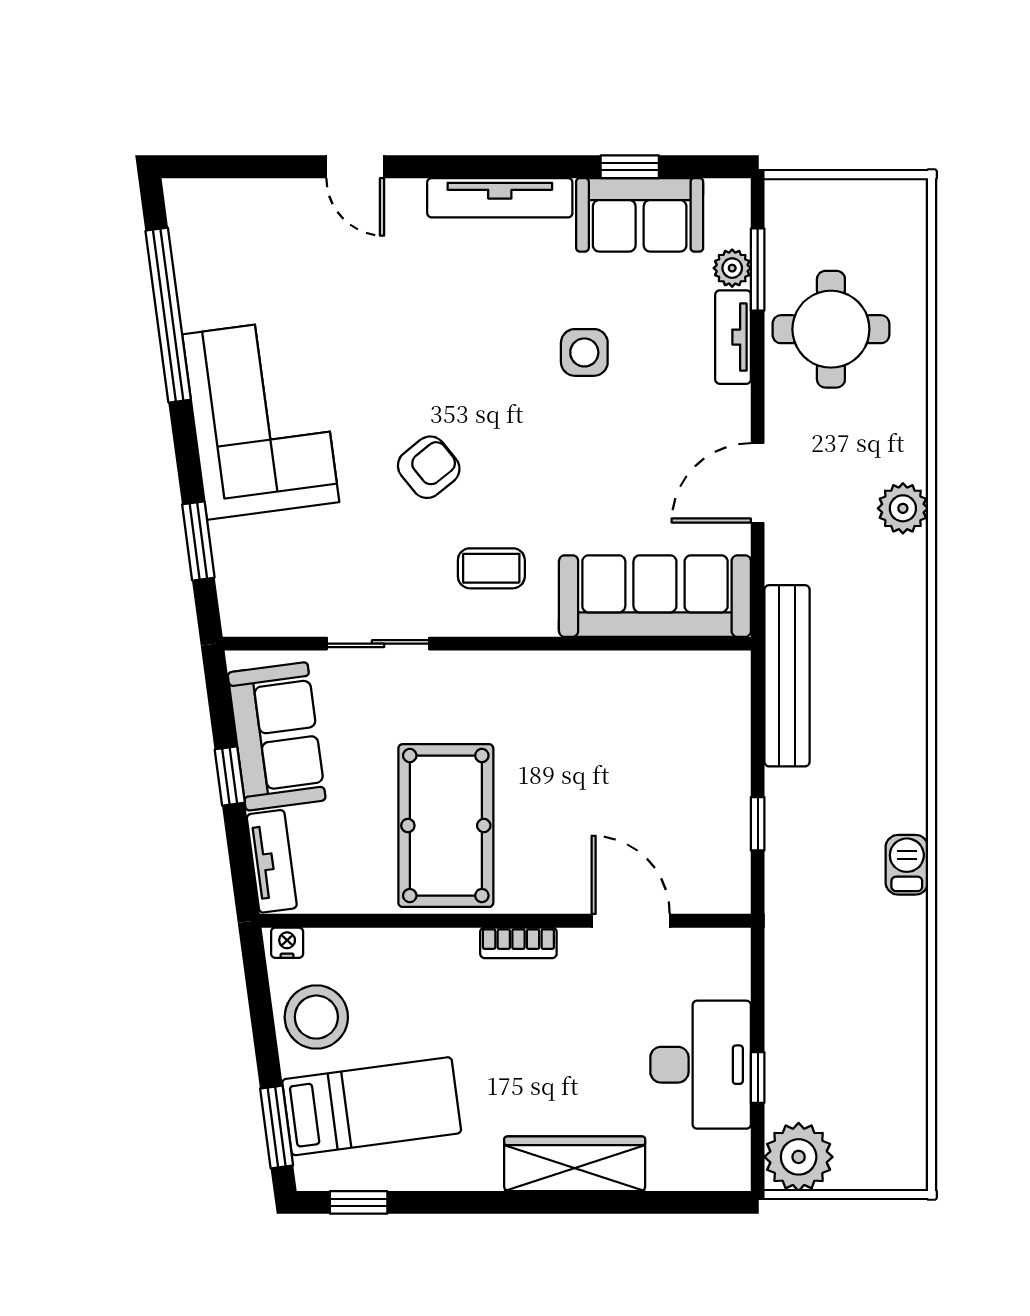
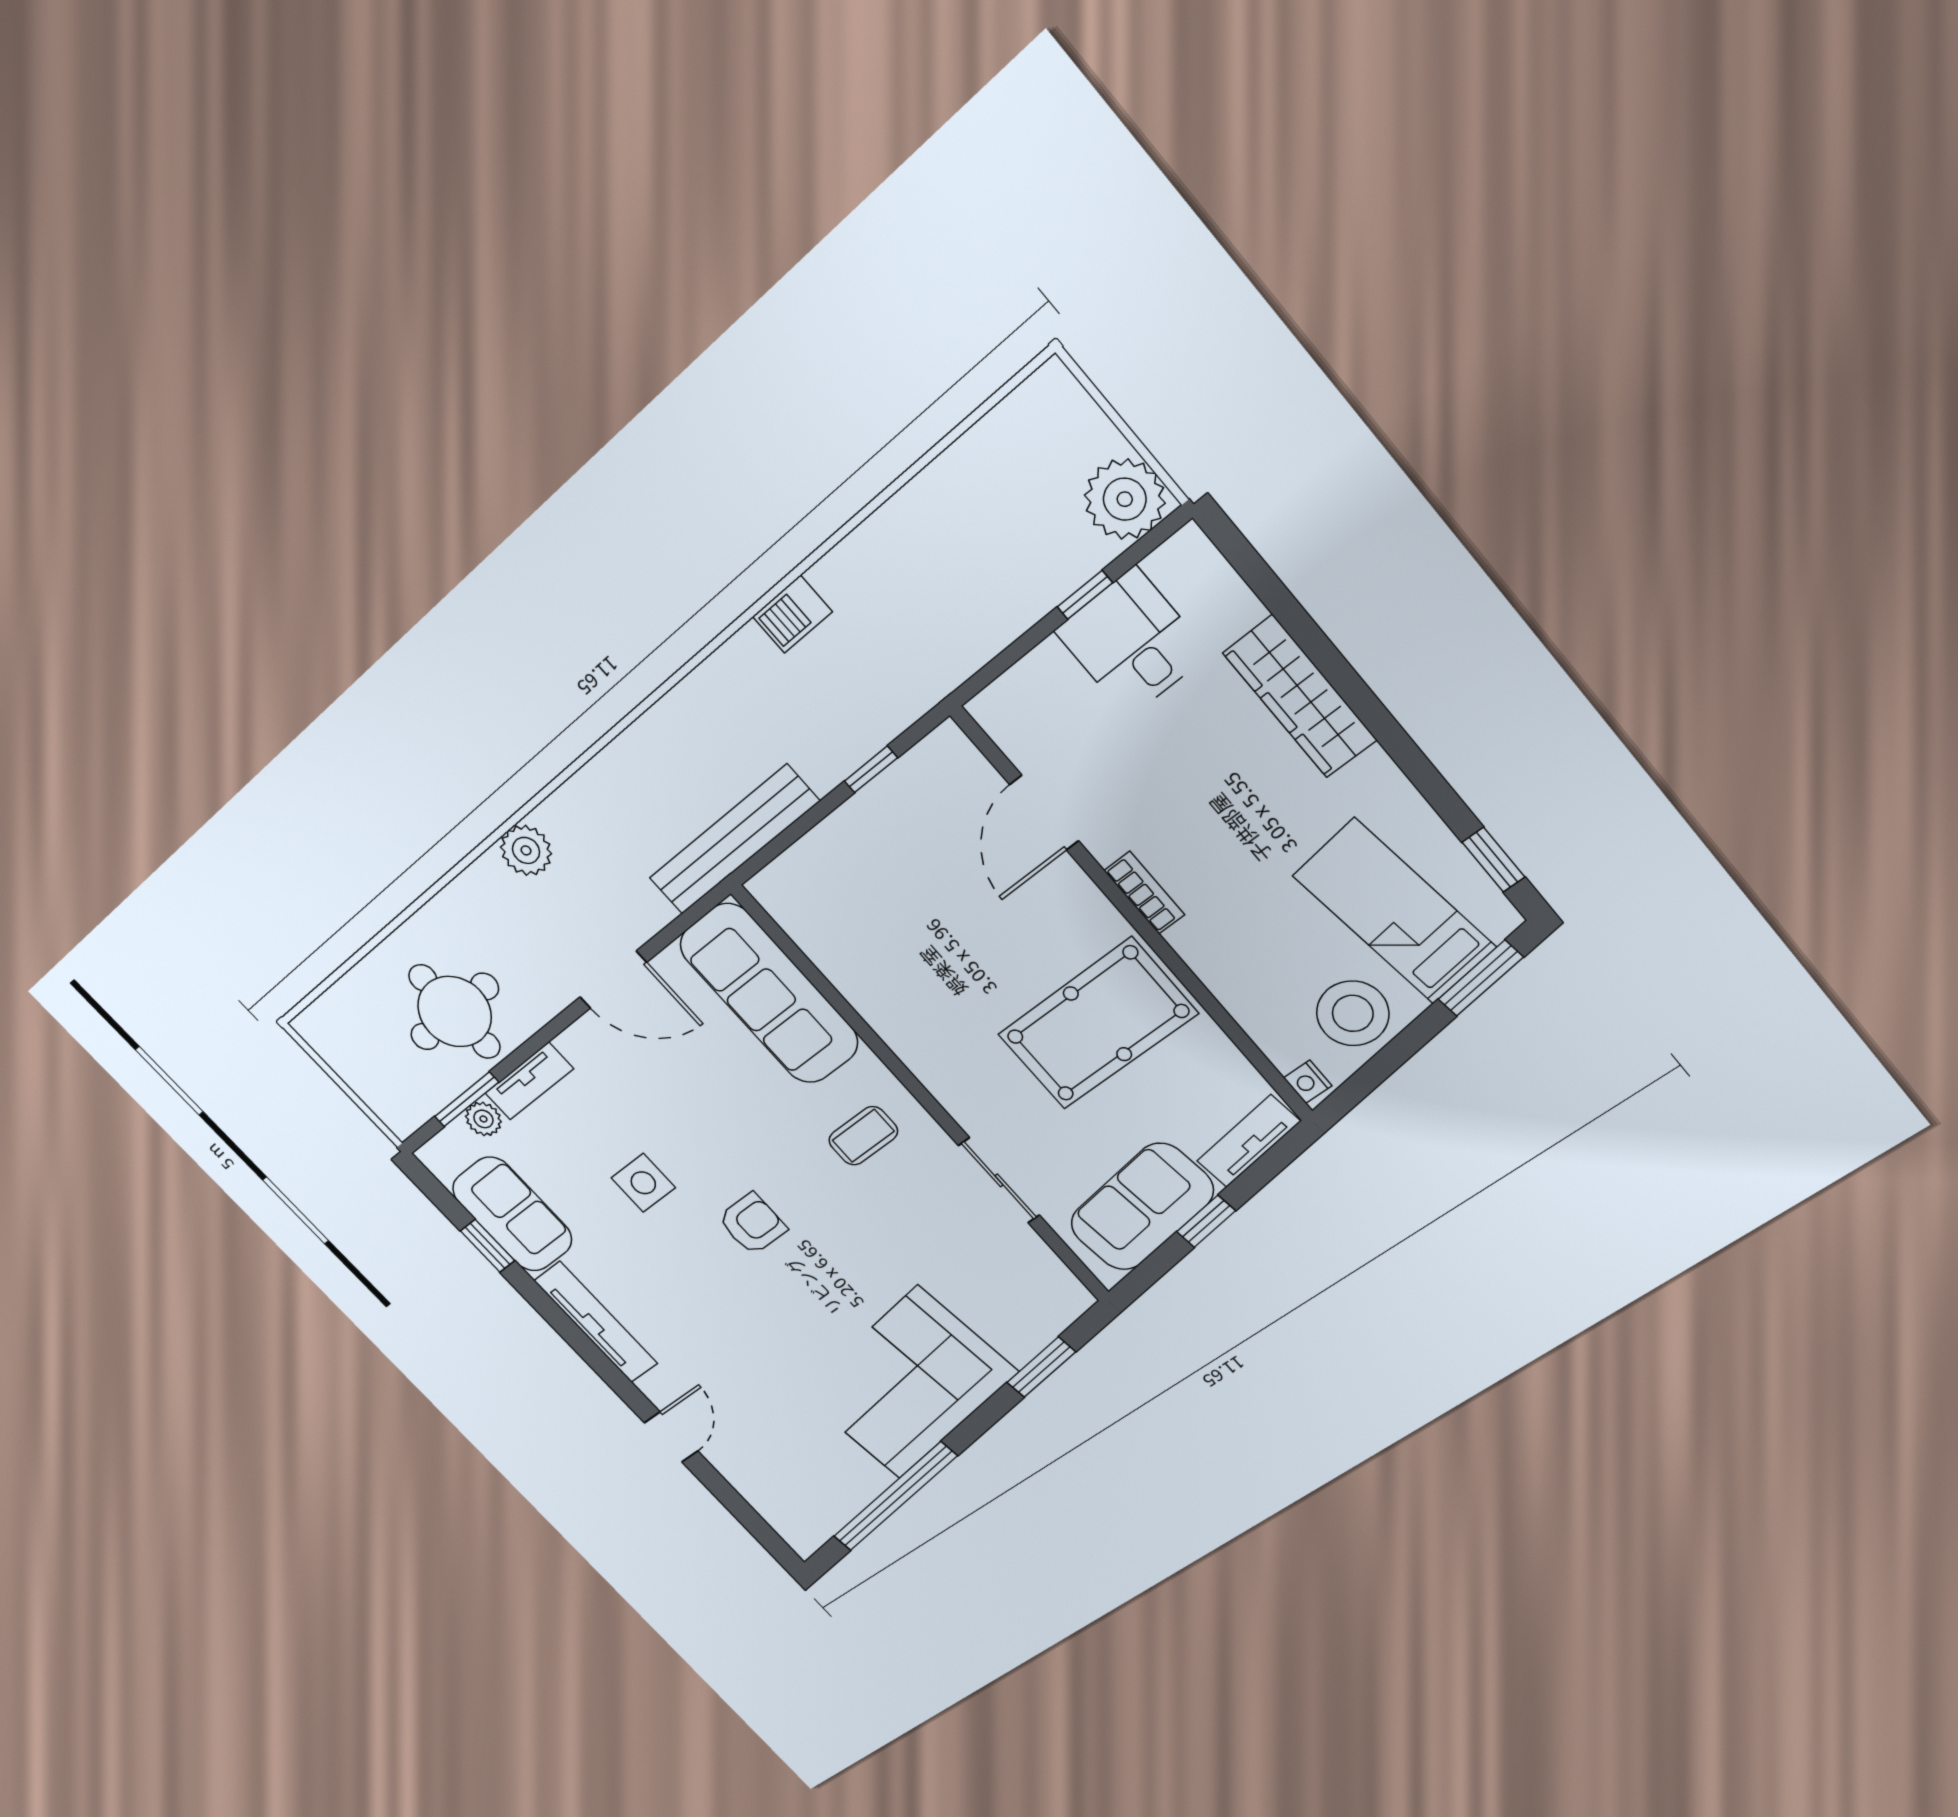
armchair: (429, 467) -> (752, 1224), moved, turned 129
coffee table: (491, 568) -> (863, 1136), turned 90
desk: (701, 1065) -> (1132, 642), width x0.73

